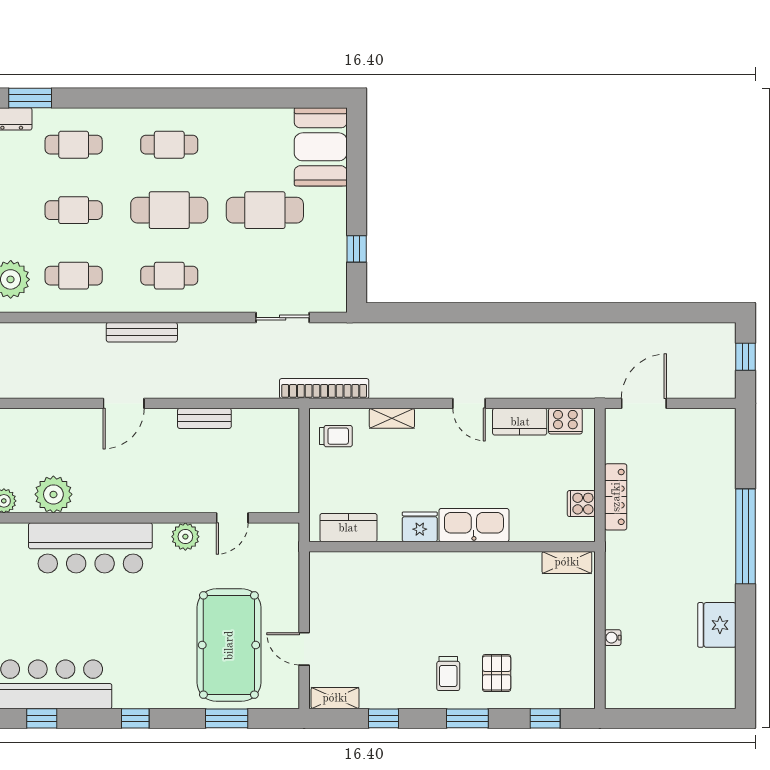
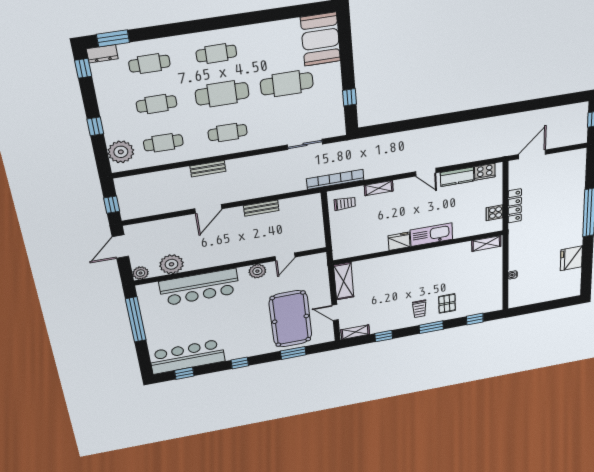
bench: (142, 332) -> (208, 169), width x0.73
kitchen counter: (348, 528) -> (356, 249), removed
shelving: (323, 587) -> (344, 281), added

